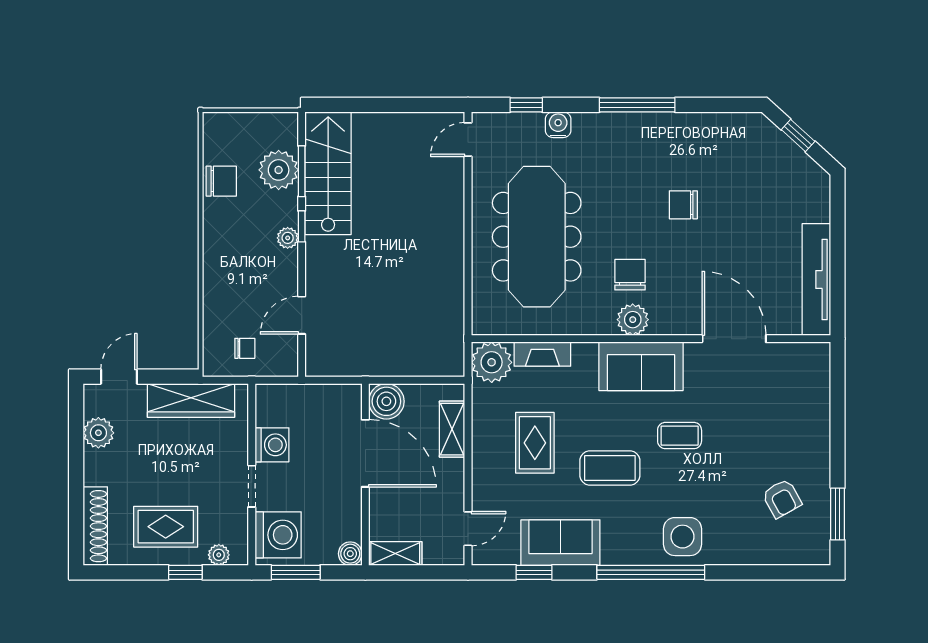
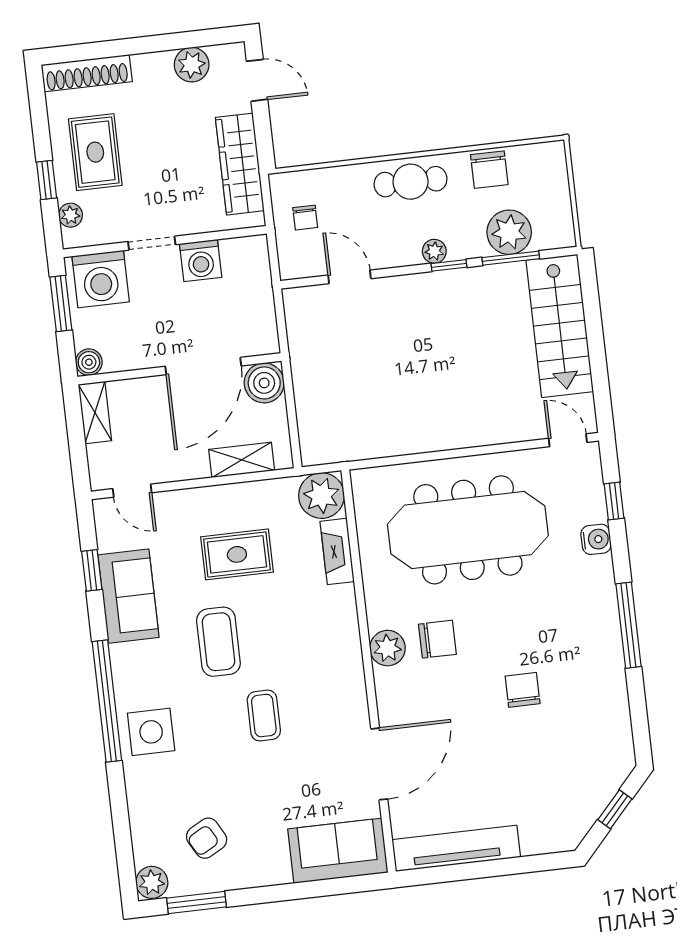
stairs: (328, 173) -> (560, 326), moved, turned 90
cafe table: (224, 252) -> (411, 182), added
sofa: (641, 366) -> (338, 851), moved, turned 90
plant: (815, 551) -> (152, 882), added

